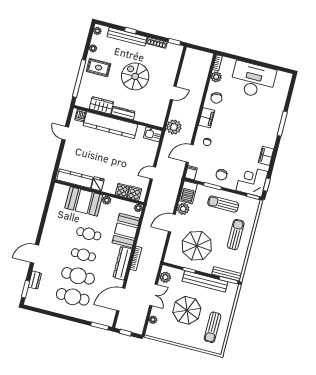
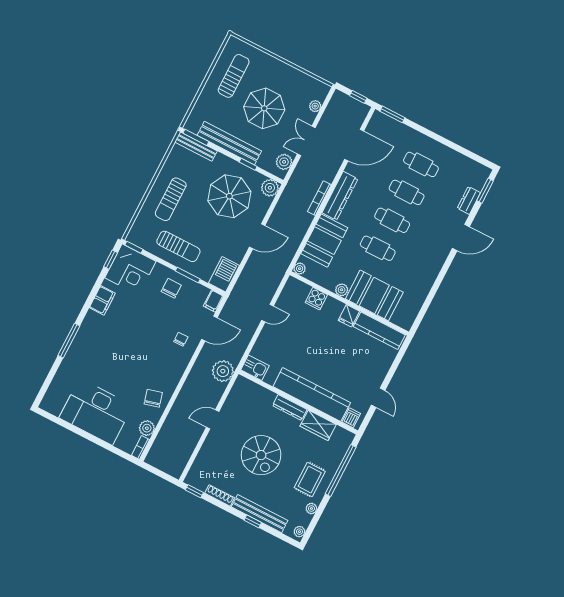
rug: (99, 68) -> (310, 480), turned 90
filing cabinet: (207, 118) -> (174, 374), removed
cooker: (134, 193) -> (300, 291), removed
plant: (183, 209) -> (270, 188), moved
cafe table: (78, 276) -> (407, 192), width x0.73, depth x0.74
cafe table: (73, 297) -> (421, 164), width x0.73, depth x0.74

